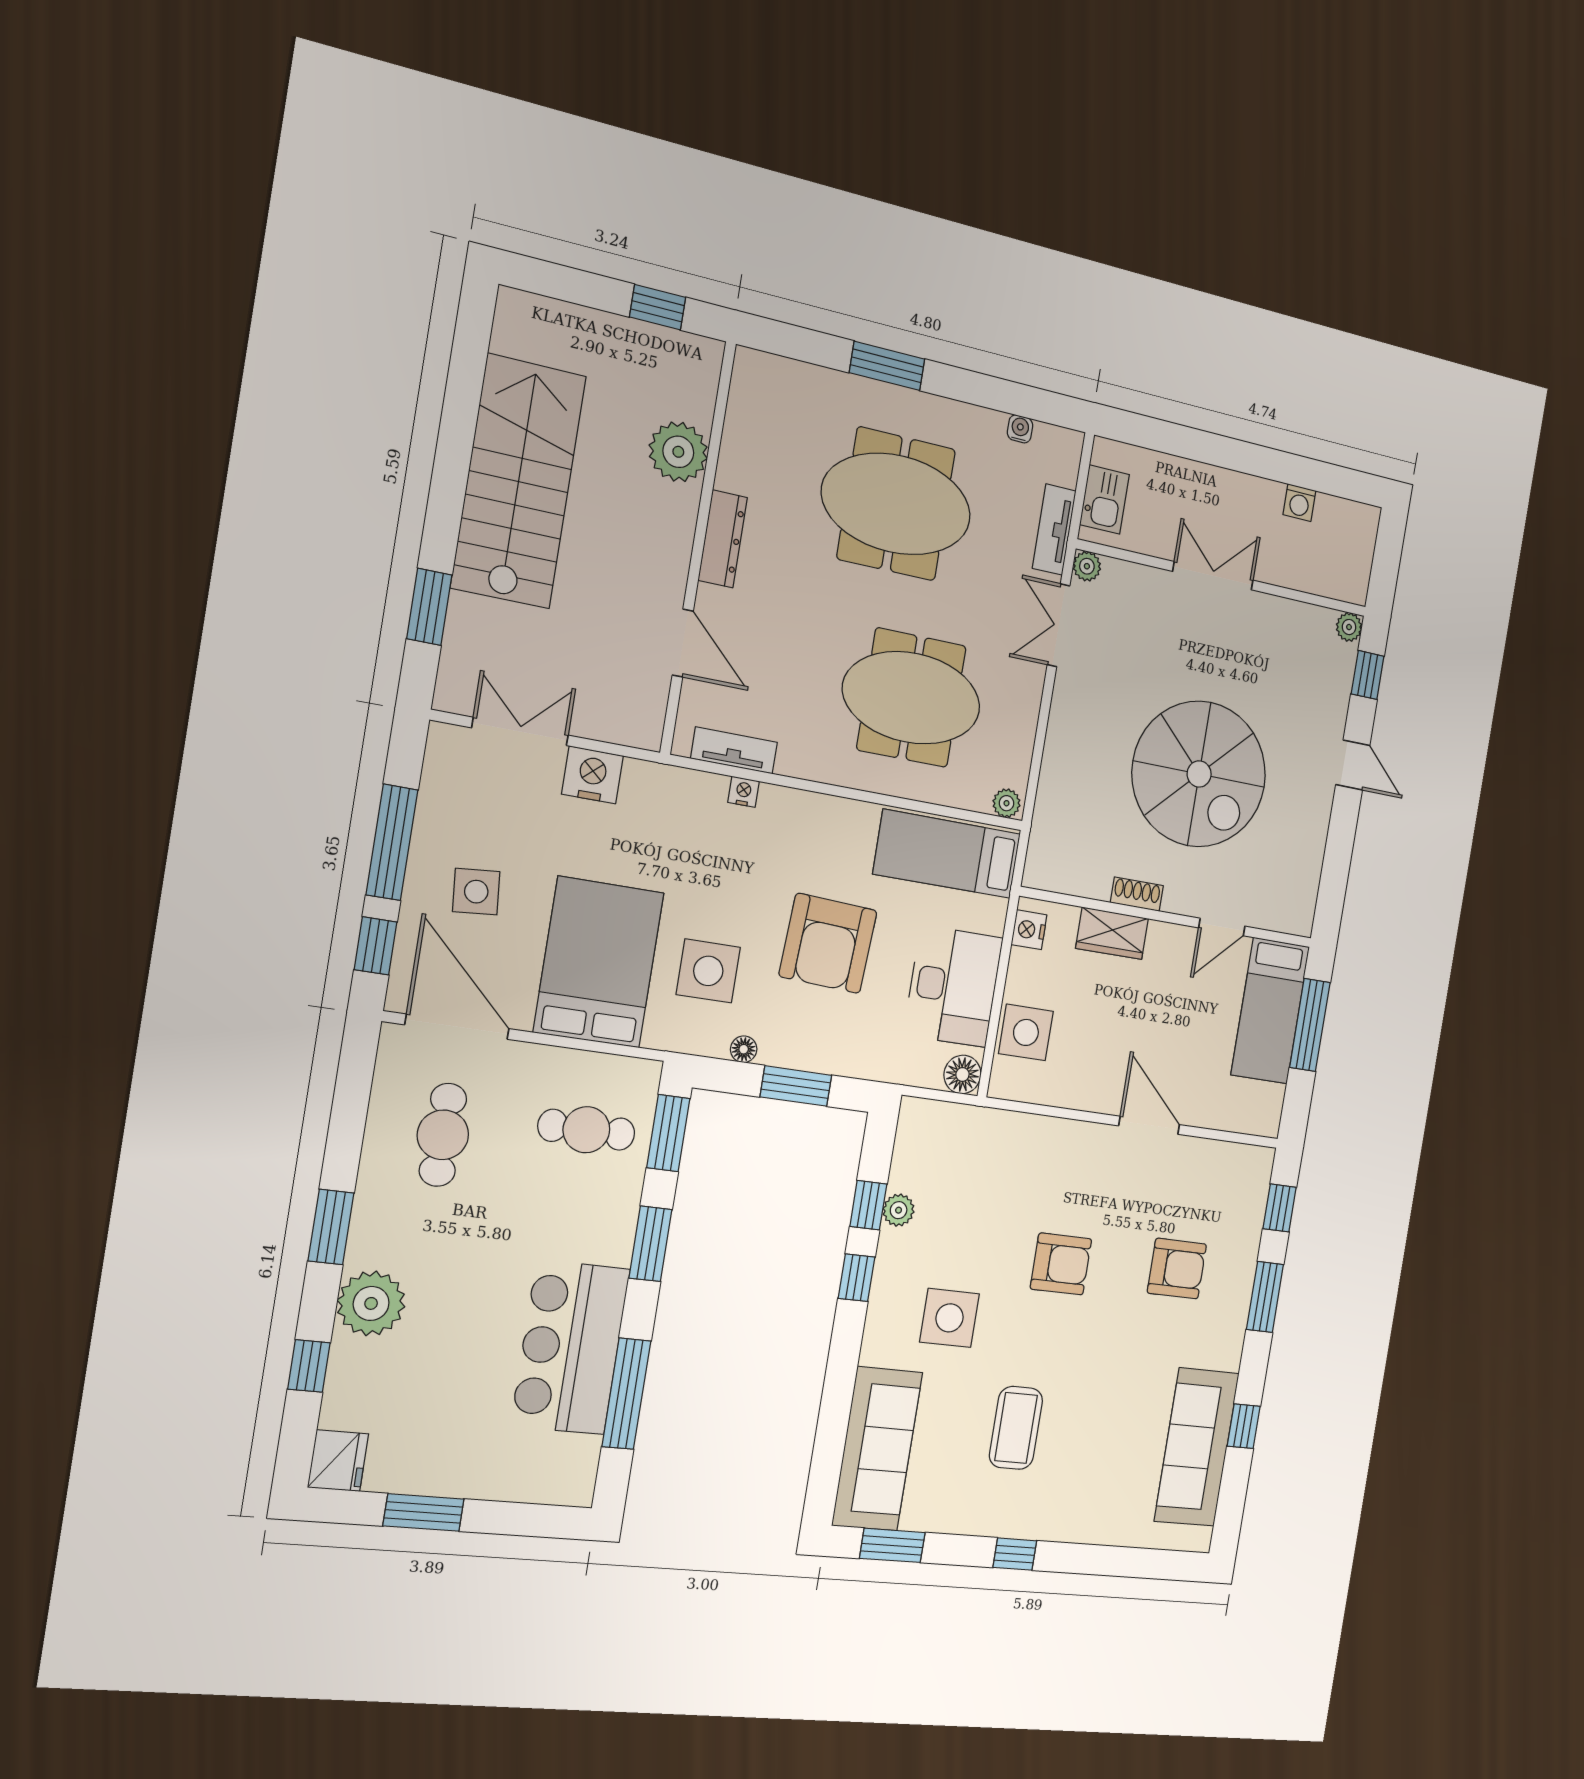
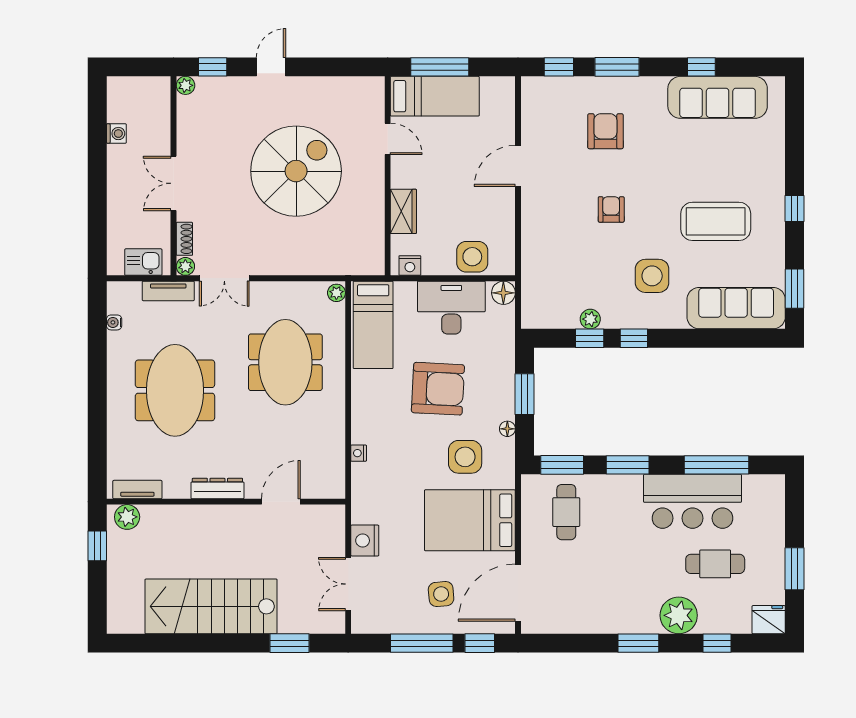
window: (887, 366) -> (97, 409), removed
plant: (678, 452) -> (127, 517), moved, width x0.73, depth x0.73
tv unit: (734, 750) -> (137, 490), moved, turned 90
shoe rack: (1137, 894) -> (184, 239), moved, turned 180
cafe table: (443, 1135) -> (715, 564), moved
armchair: (1061, 1264) -> (611, 209), width x0.72, depth x0.72
coffee table: (1016, 1428) -> (716, 221), width x1.36, depth x1.32

